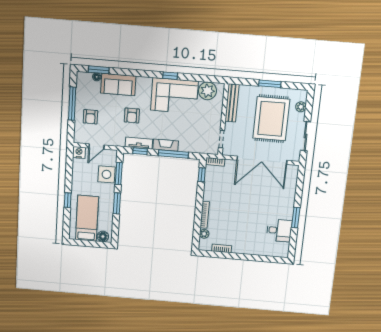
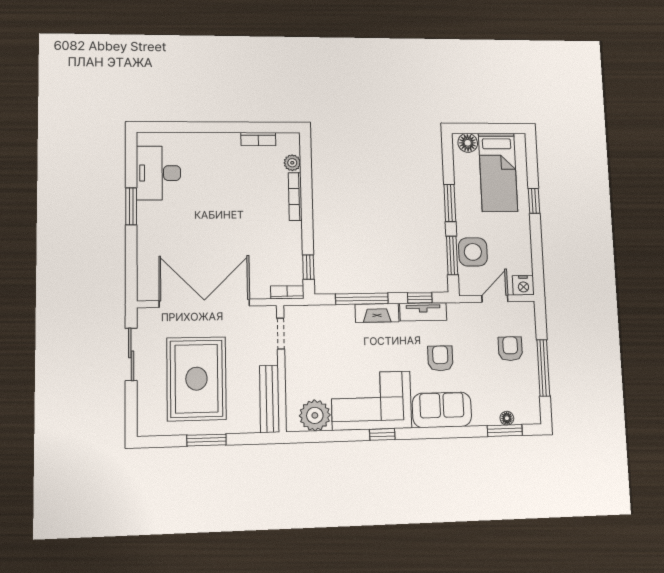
sofa: (118, 85) -> (442, 410), moved
plant: (301, 107) -> (146, 406), removed
desk: (279, 230) -> (158, 173), width x1.37

